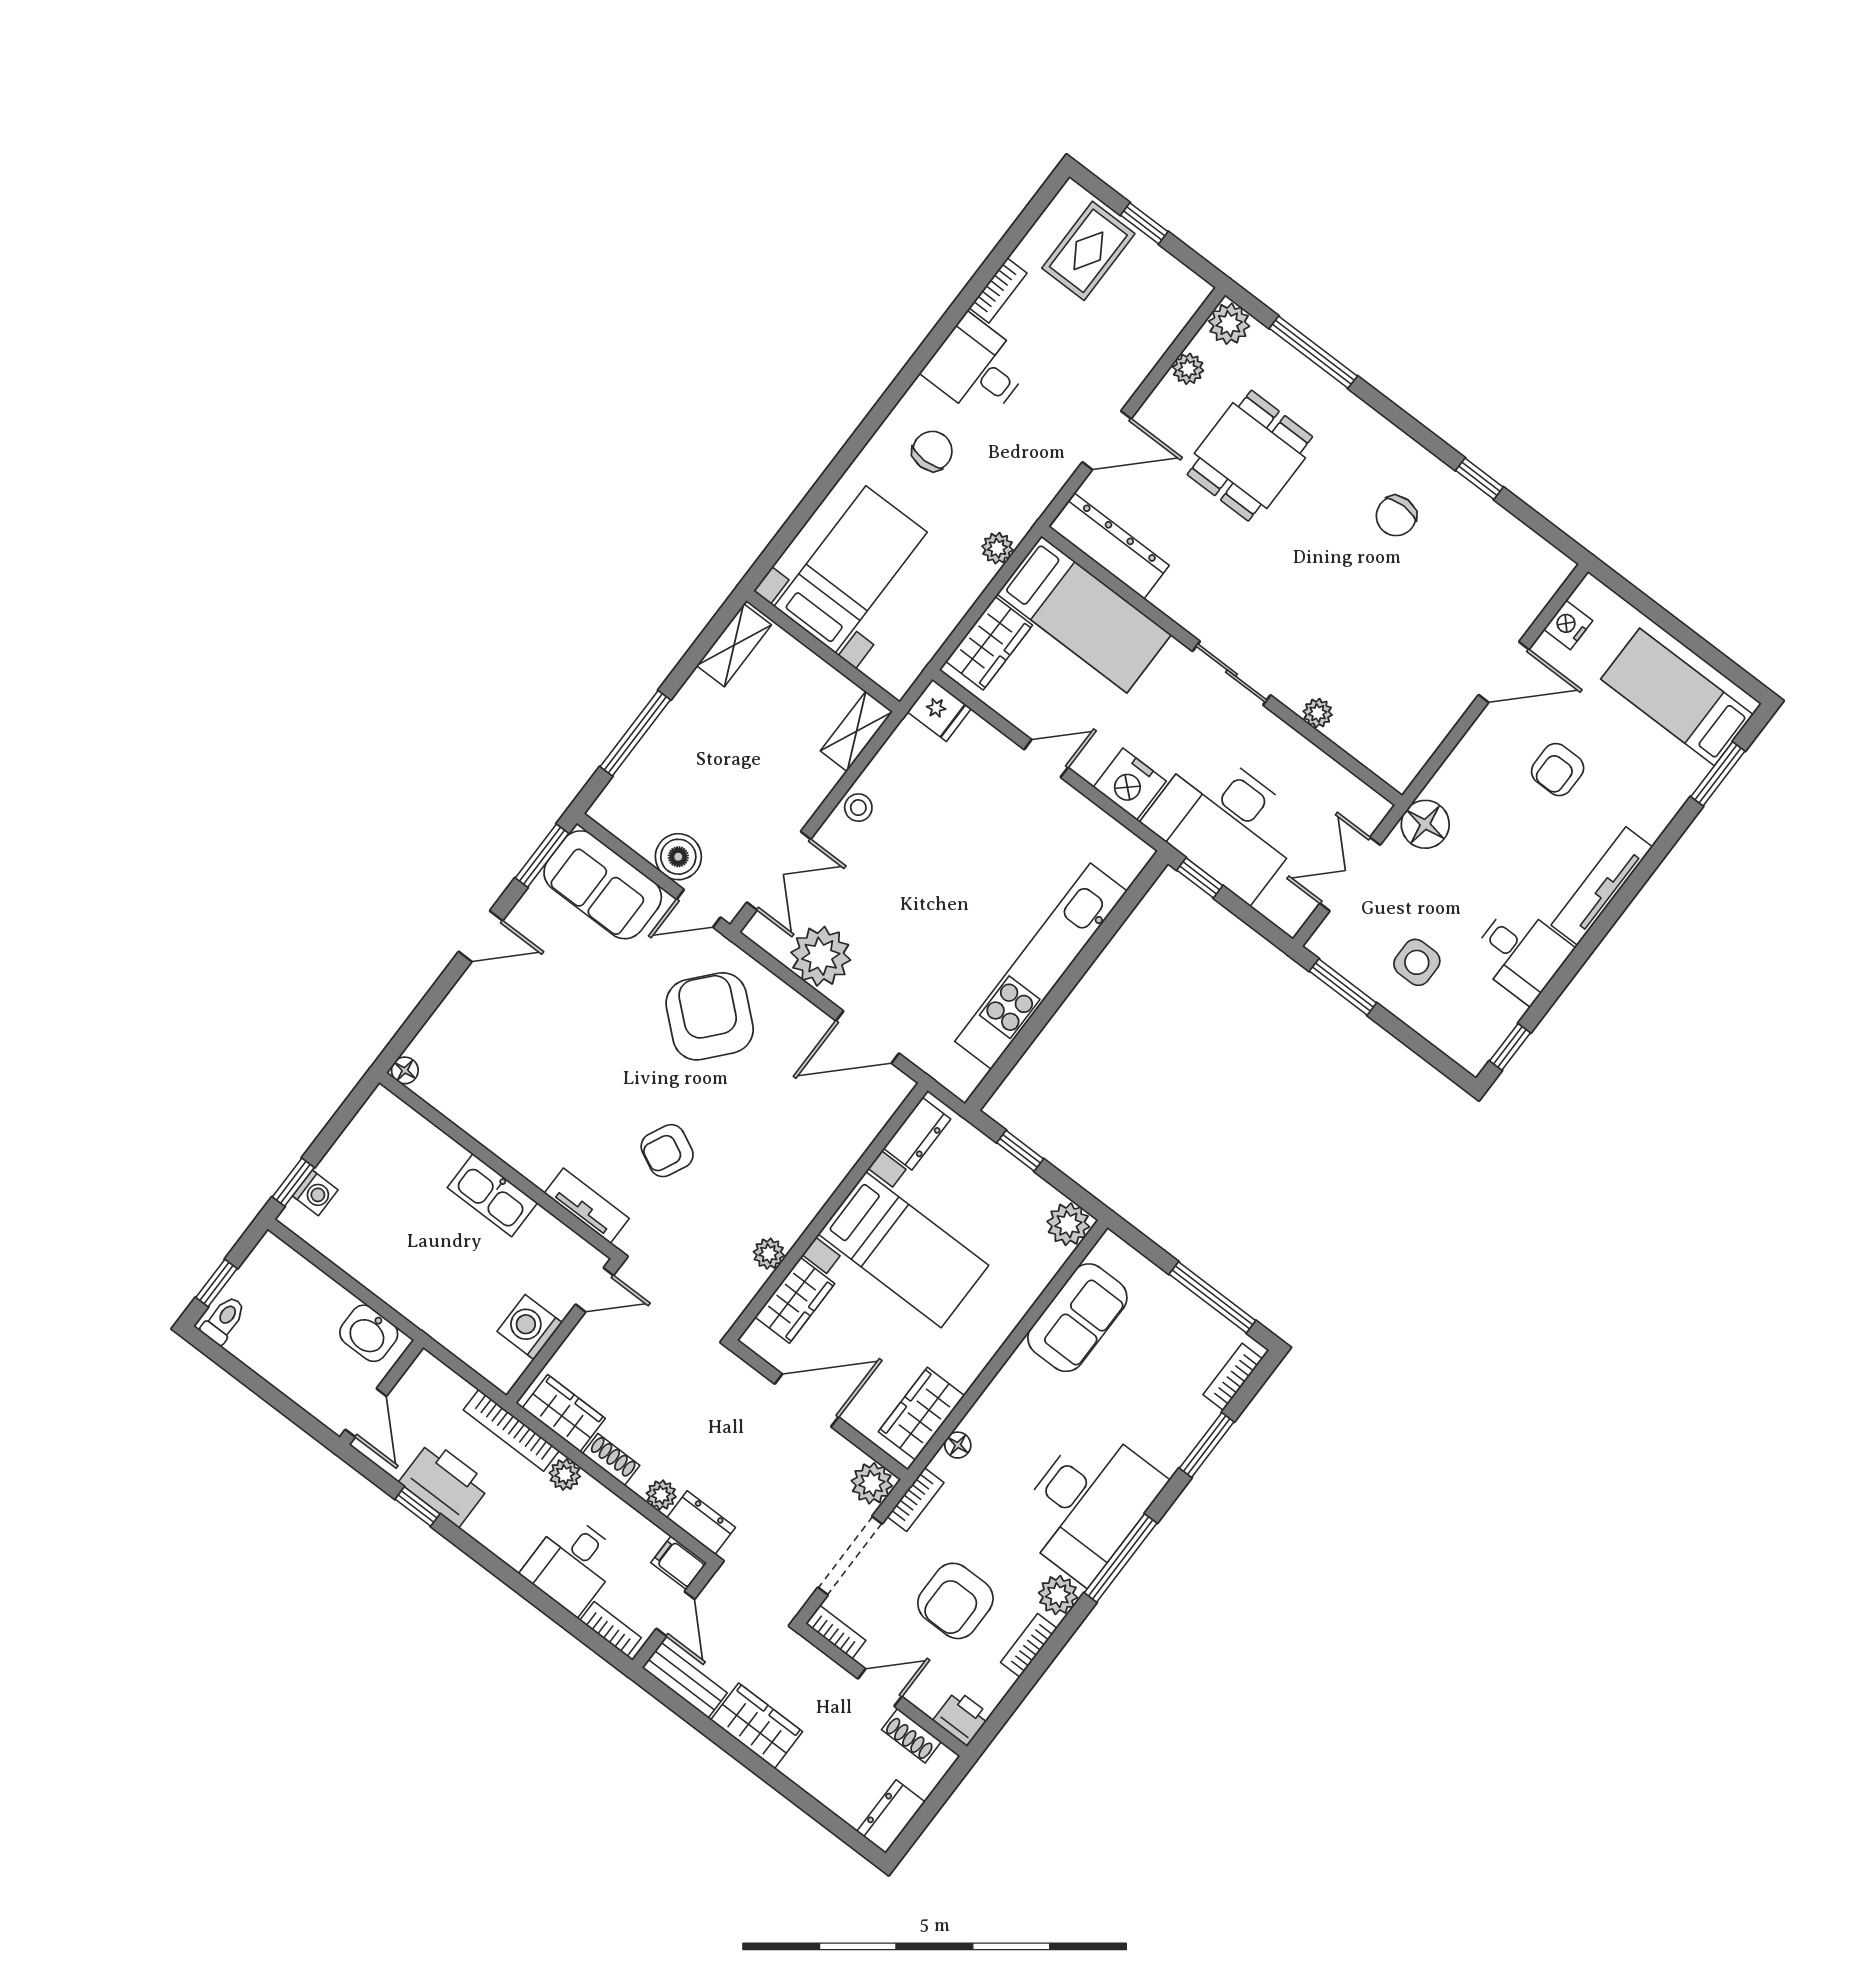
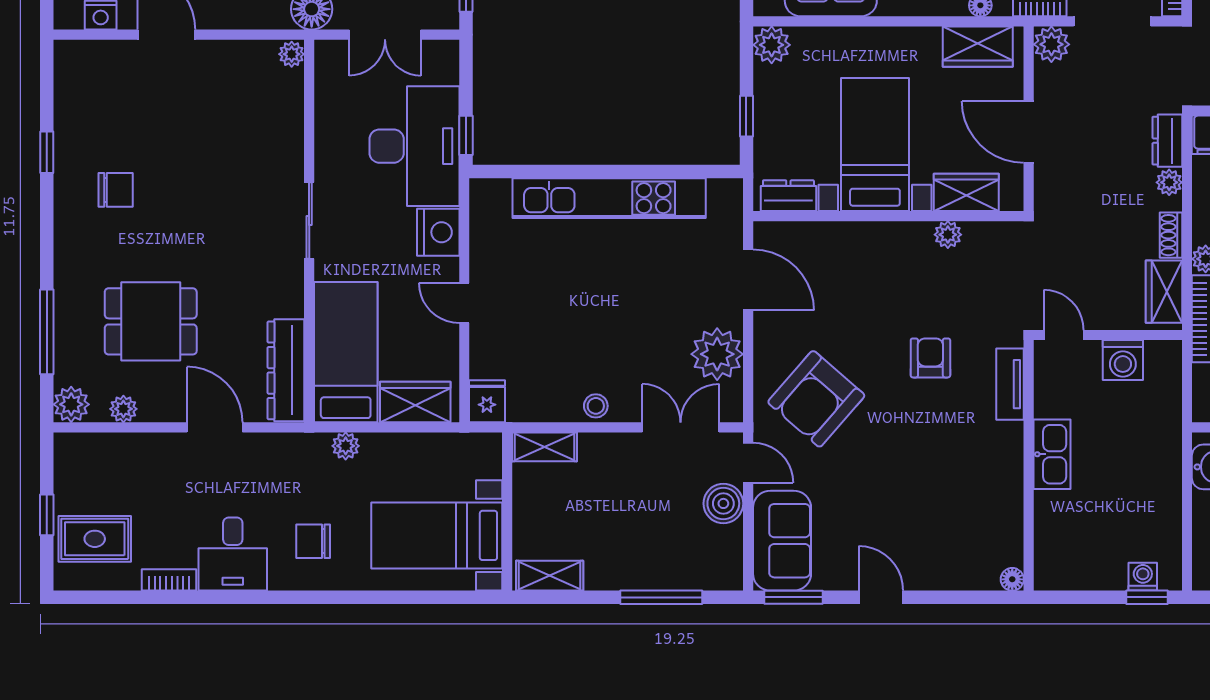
plant: (1318, 713) -> (292, 54), moved
armchair: (667, 1151) -> (930, 358), turned -116

